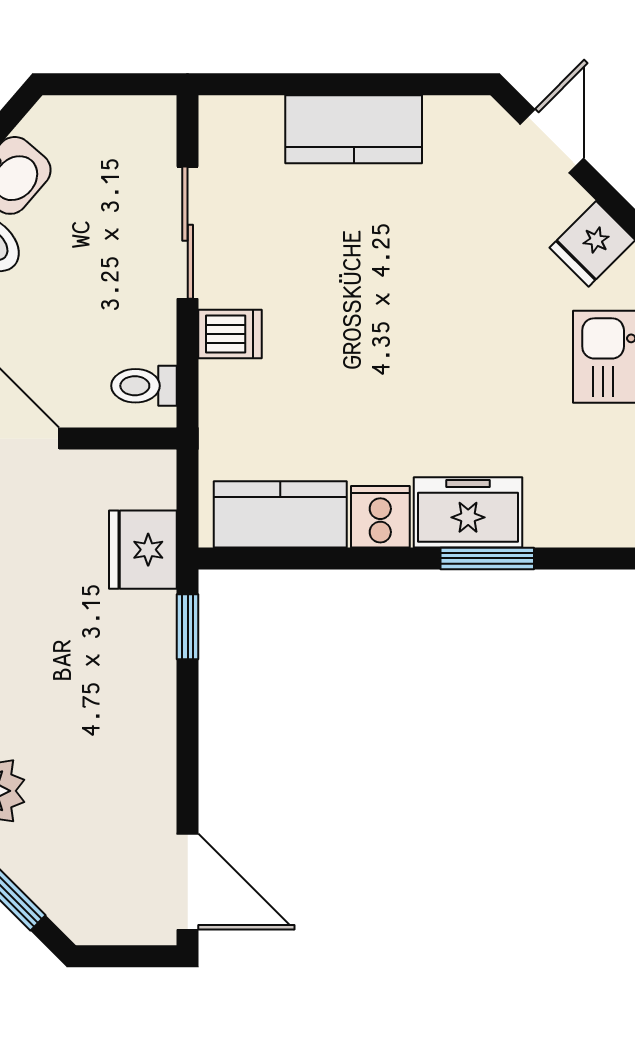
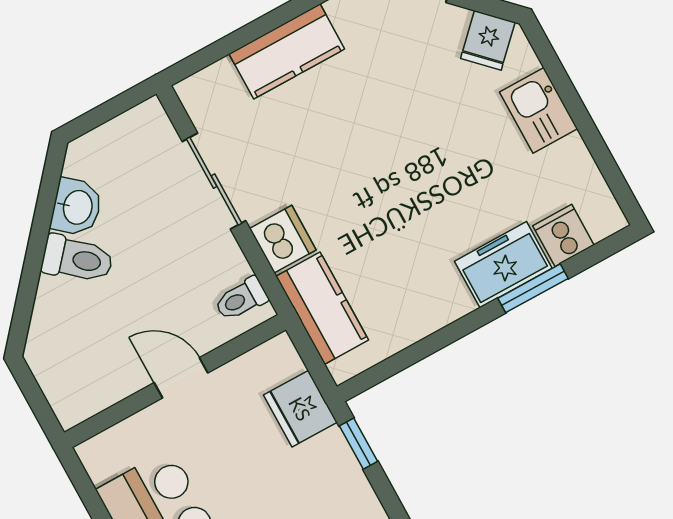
dishwasher: (230, 334) -> (283, 239), width x1.38
kitchen counter: (280, 514) -> (322, 308), moved, turned 90
cooker: (380, 517) -> (563, 235), moved

